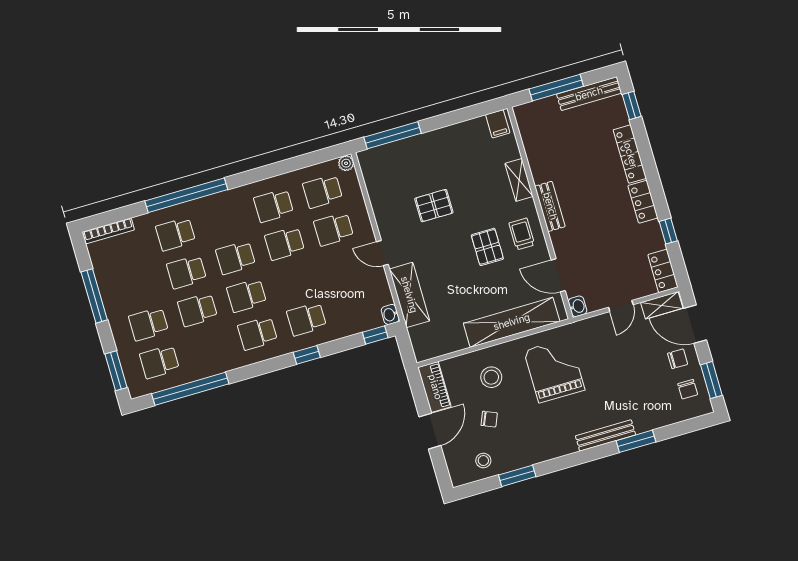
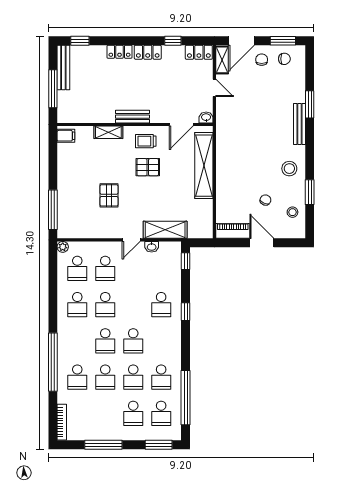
locker: (630, 154) -> (120, 52), width x0.66
washbasin: (390, 314) -> (152, 247), moved
school desk: (258, 333) -> (161, 377), moved
grand piano: (554, 370) -> (245, 146), removed
stool: (491, 377) -> (289, 169), moved

